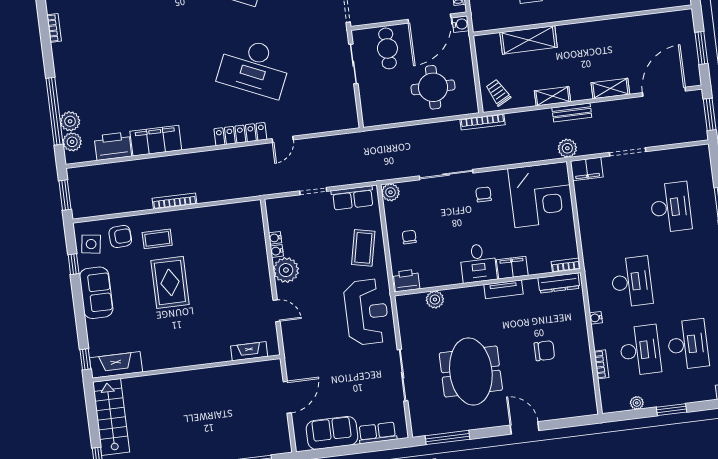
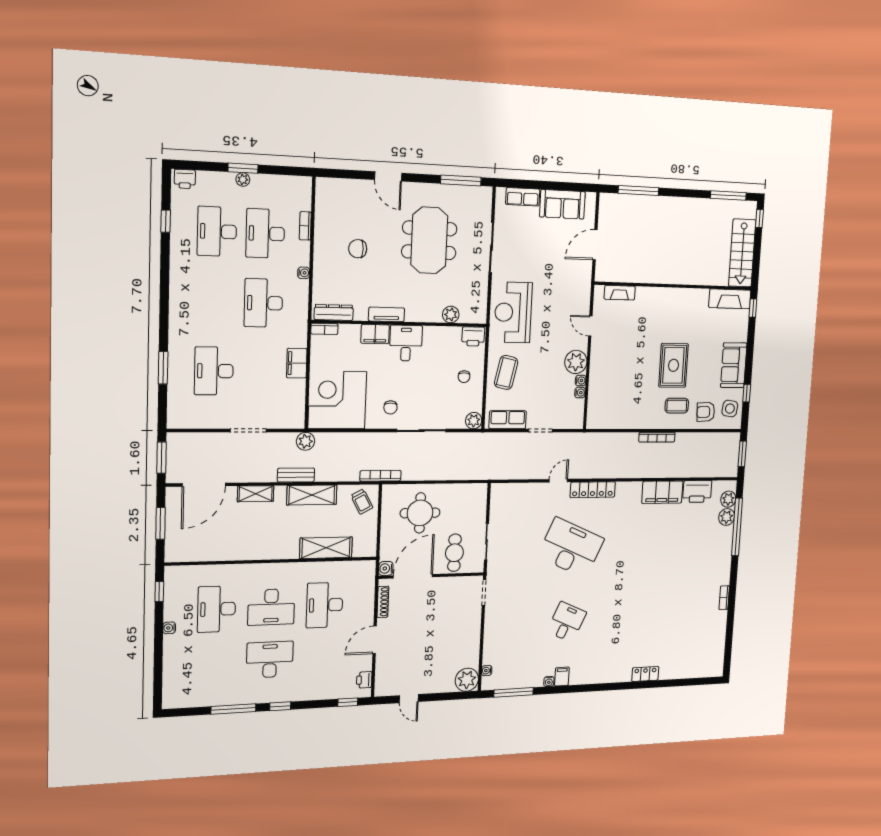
shelving: (552, 96) -> (312, 495), width x1.50, depth x1.33
filing cabinet: (587, 169) -> (297, 363), moved, turned -90
plant: (637, 403) -> (243, 180), moved

